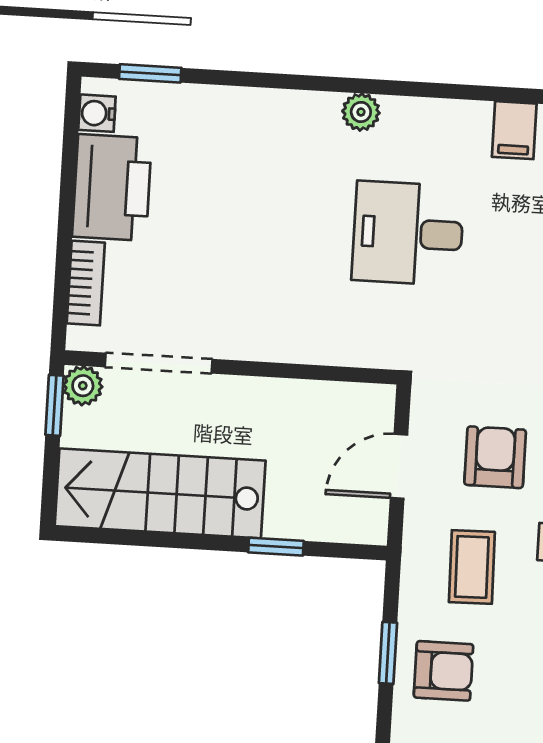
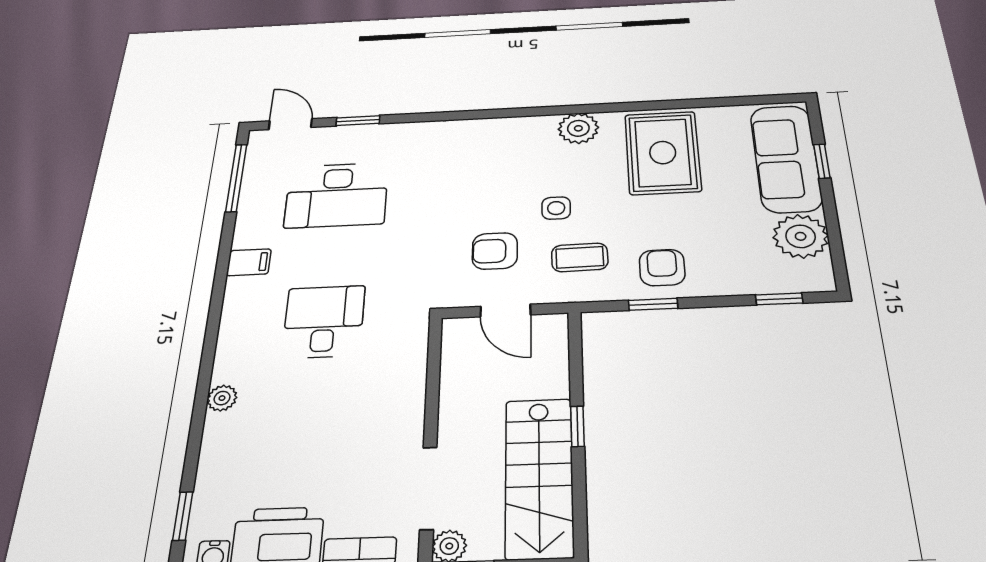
plant: (361, 112) -> (222, 398), moved
desk: (408, 233) -> (324, 321), turned 180
window: (276, 547) -> (577, 426), moved

